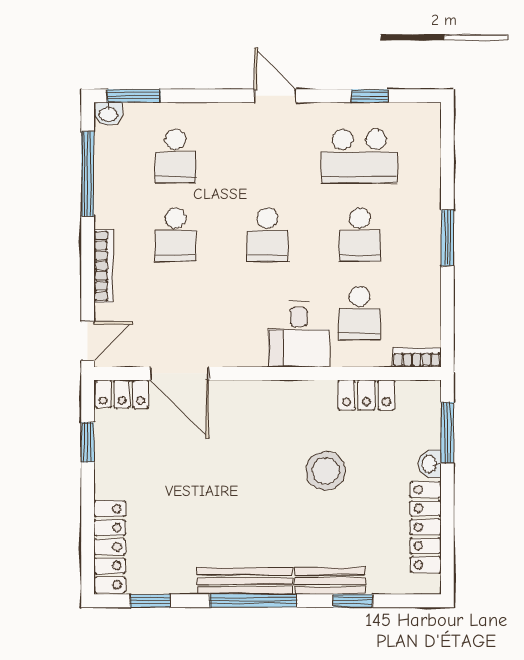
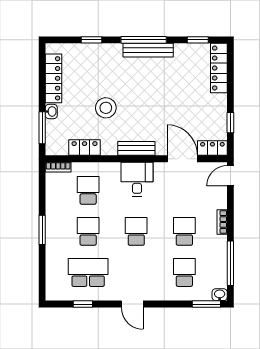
bookcase: (103, 266) -> (222, 222), width x0.64
desk: (299, 335) -> (137, 179), moved
bench: (330, 581) -> (136, 148), moved

